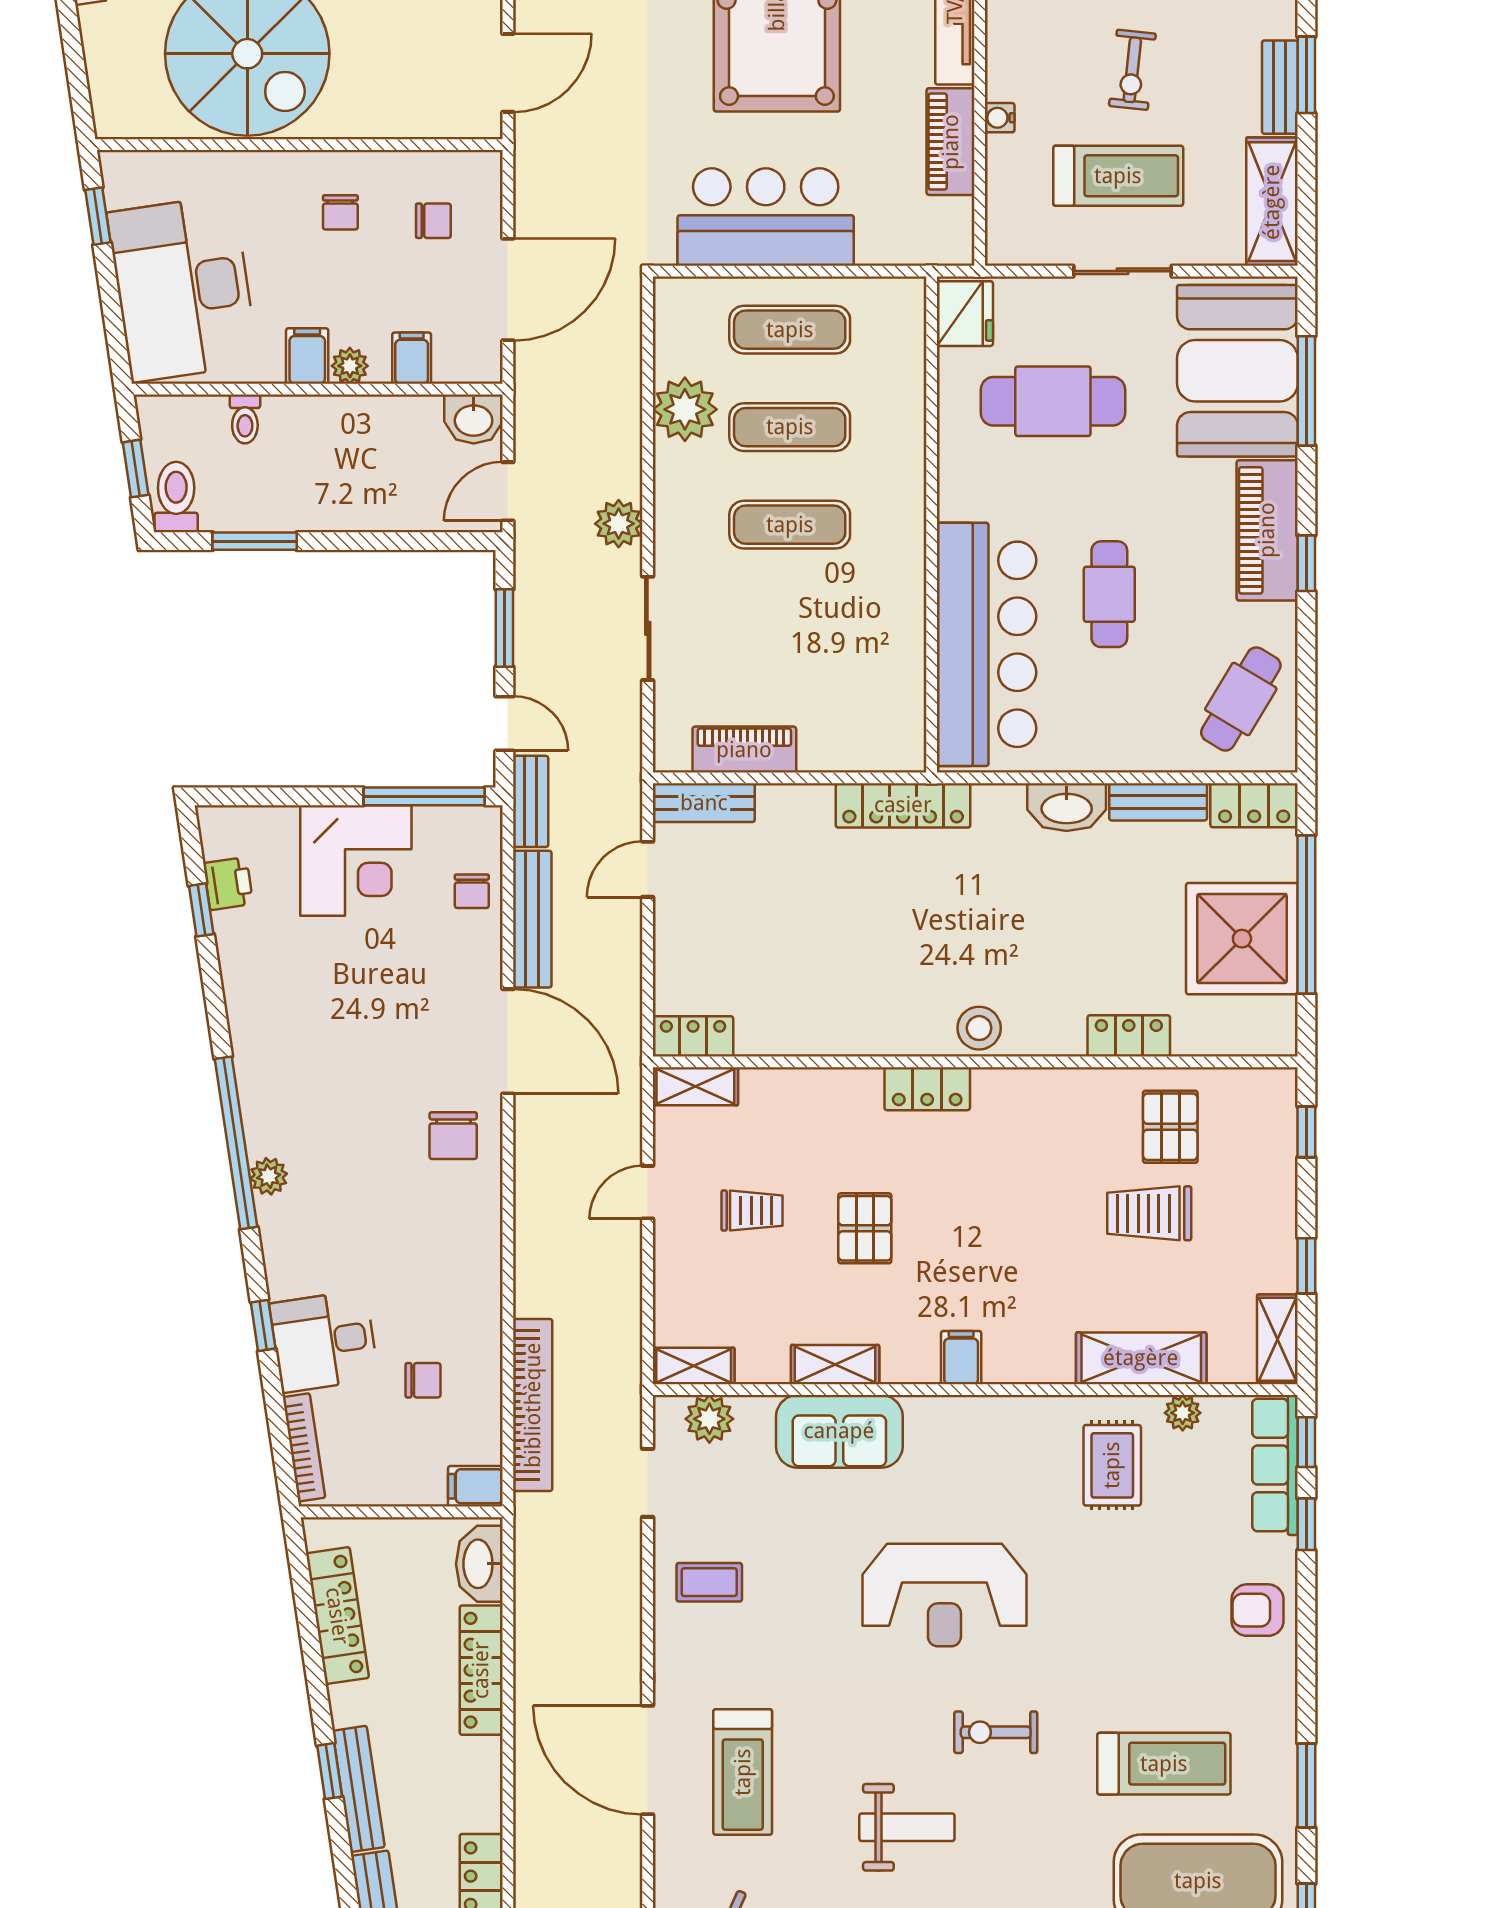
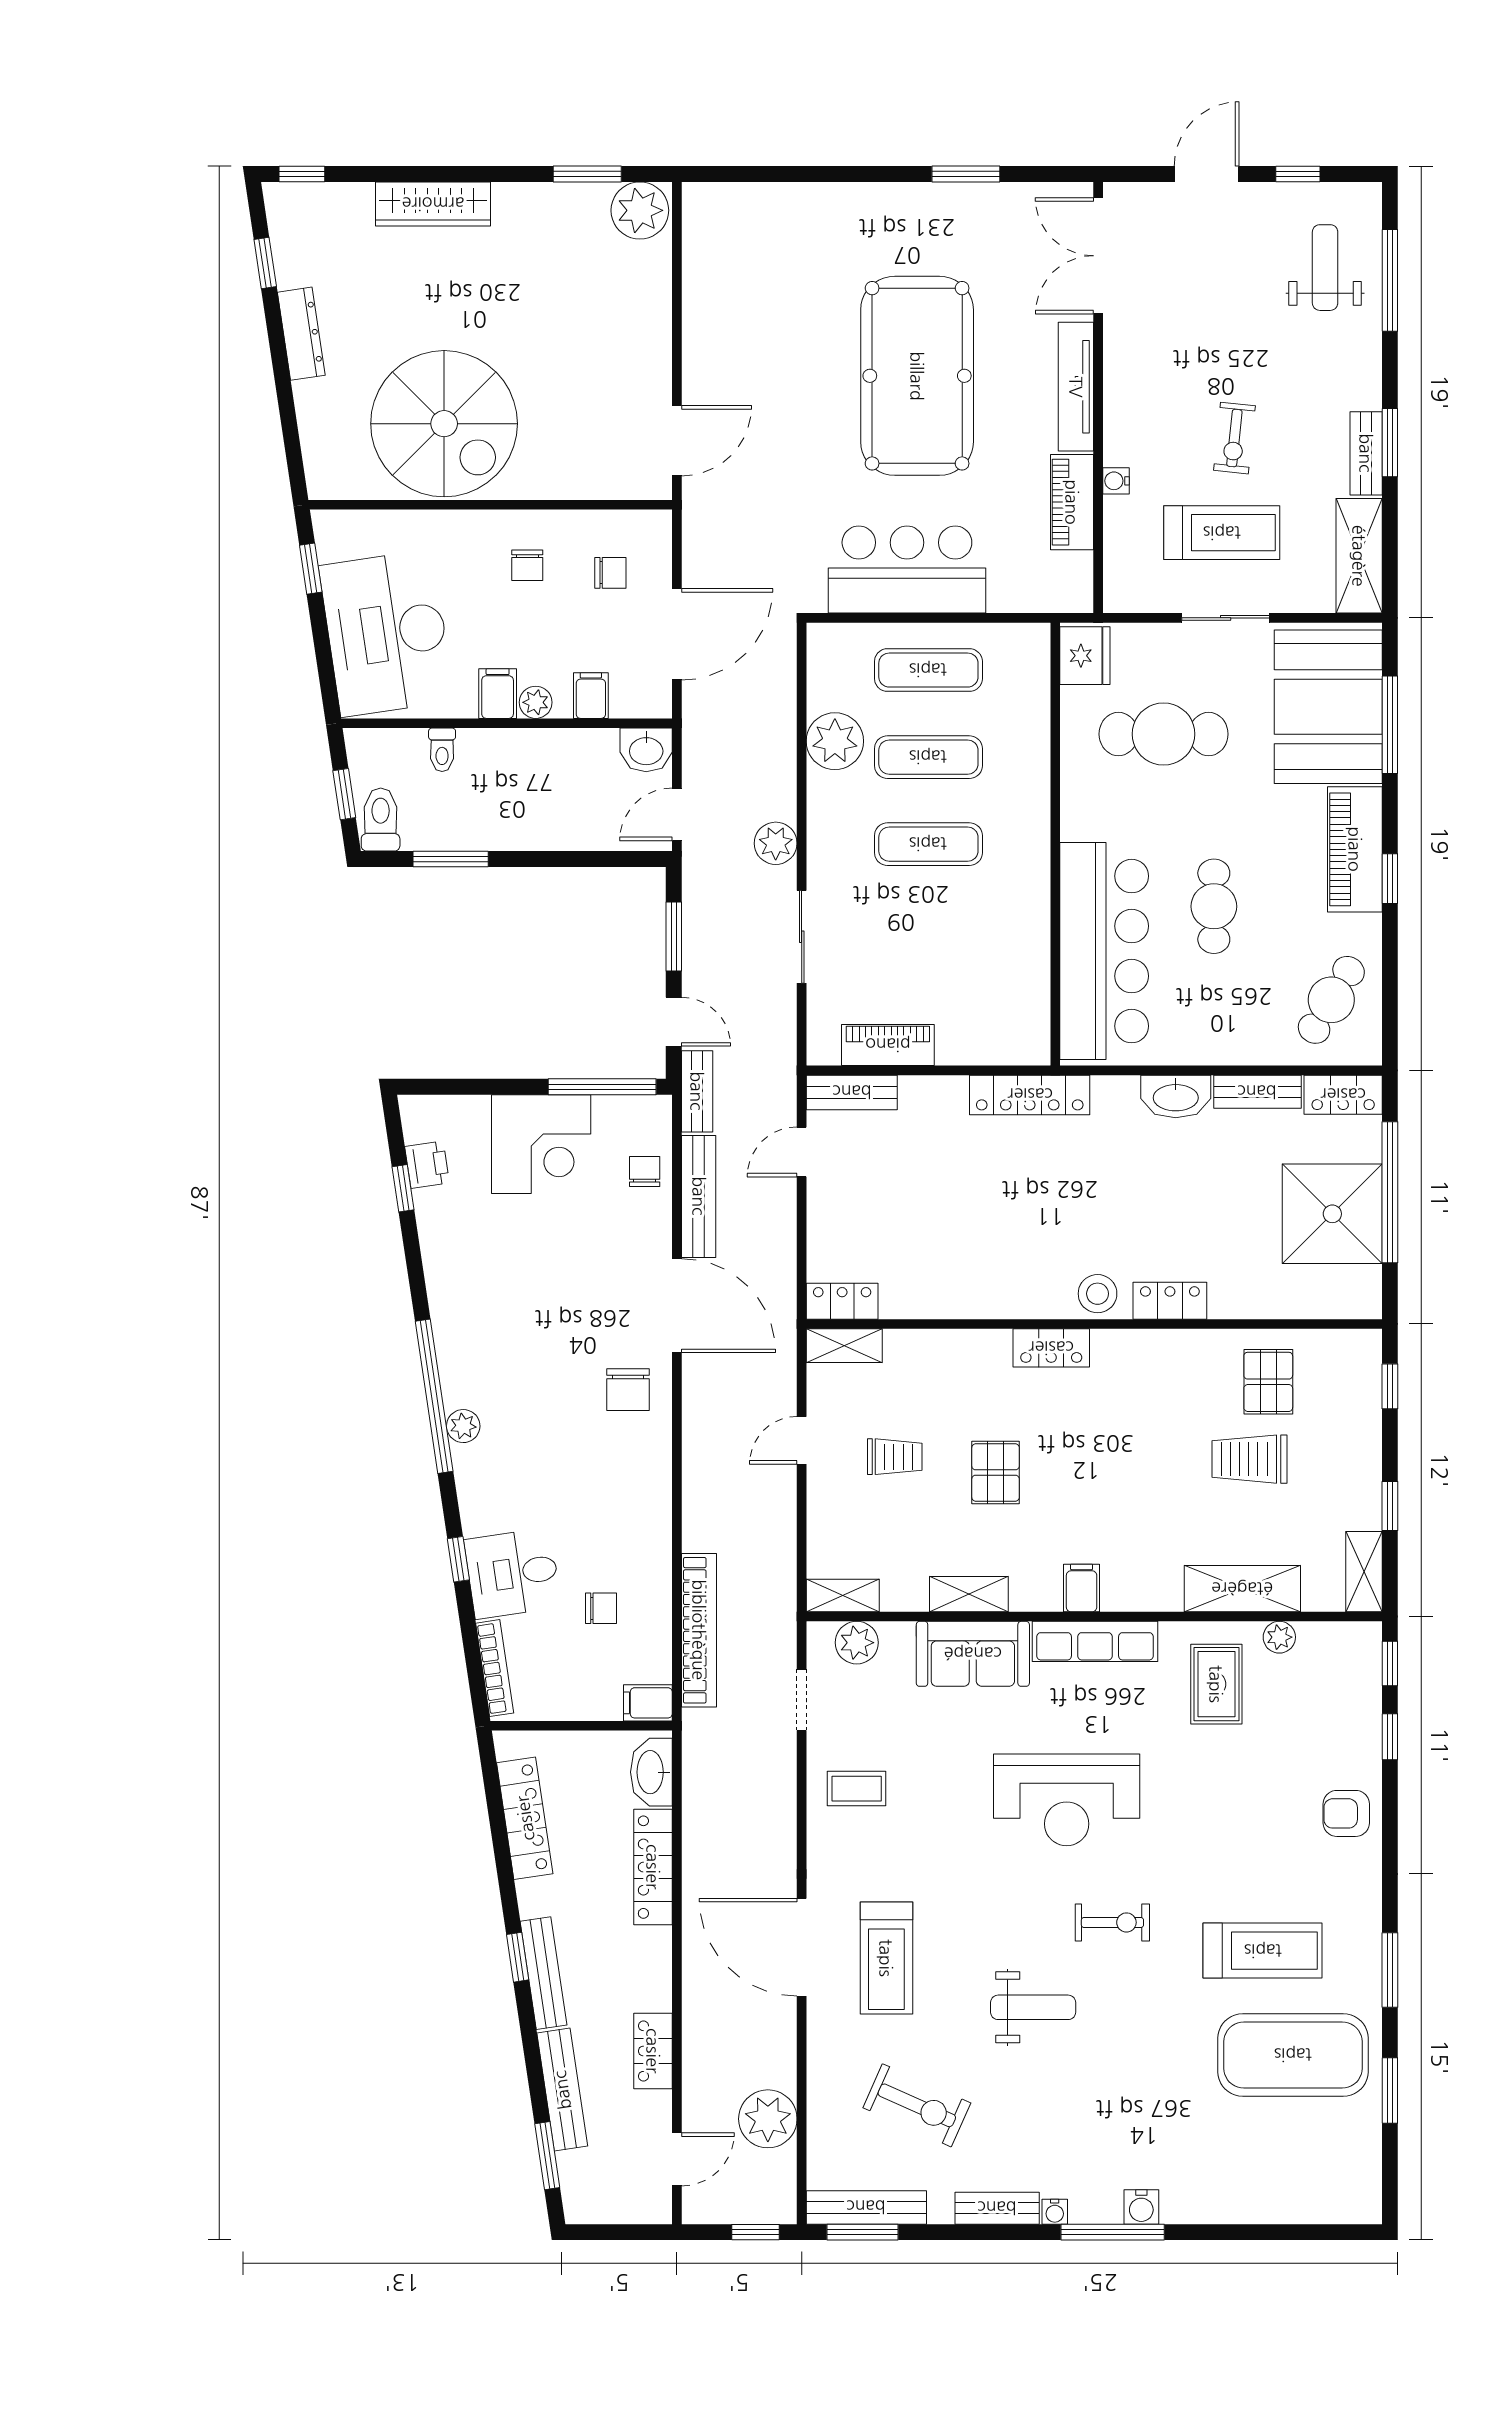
chair: (472, 891) -> (645, 1172), turned 180
locker: (1129, 1036) -> (1170, 1301), moved
row of seats: (1275, 1465) -> (1095, 1641), moved, turned -90
exercise bike: (996, 1732) -> (1112, 1922), turned 180

